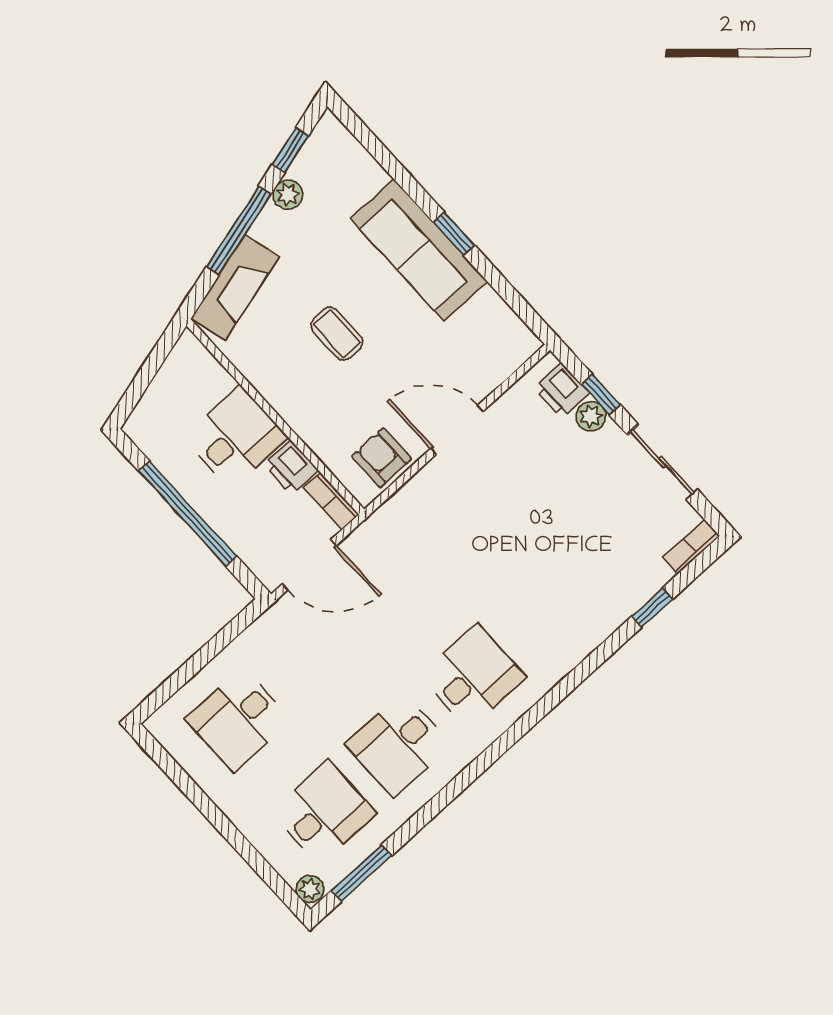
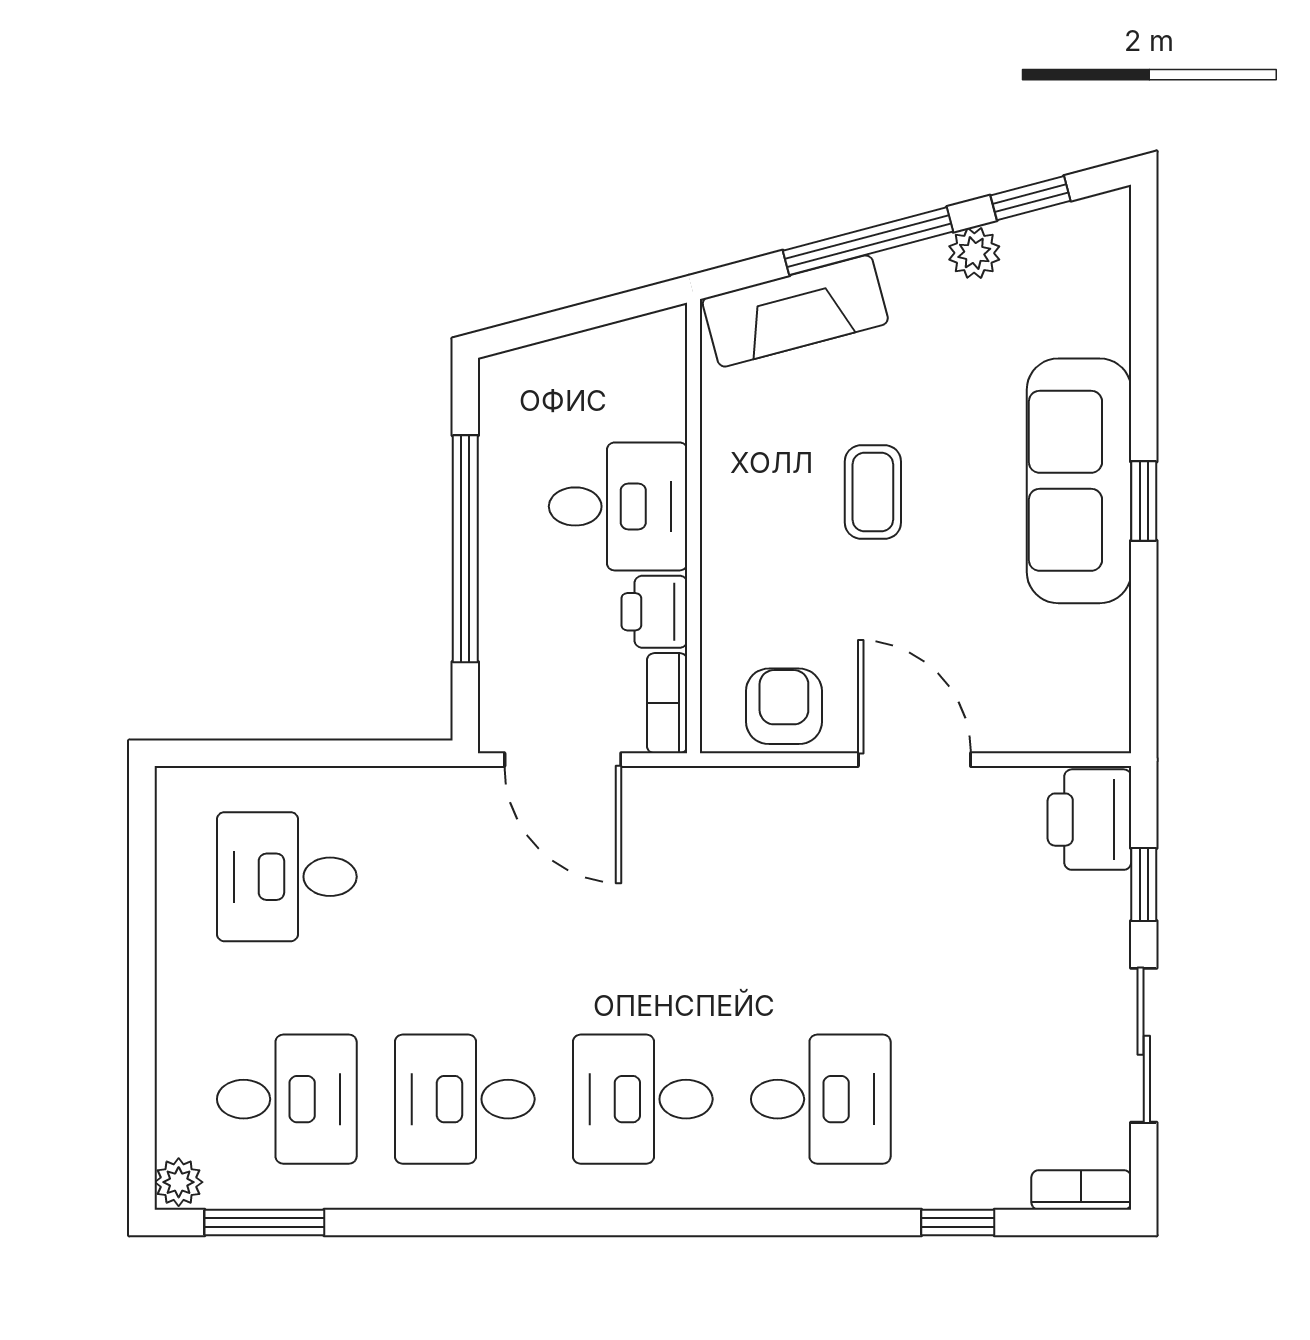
printer: (562, 391) -> (1089, 820), width x1.36, depth x1.24
plant: (591, 416) -> (1105, 901), removed
desk: (547, 608) -> (821, 1099), added
desk: (473, 676) -> (643, 1099), turned 180

